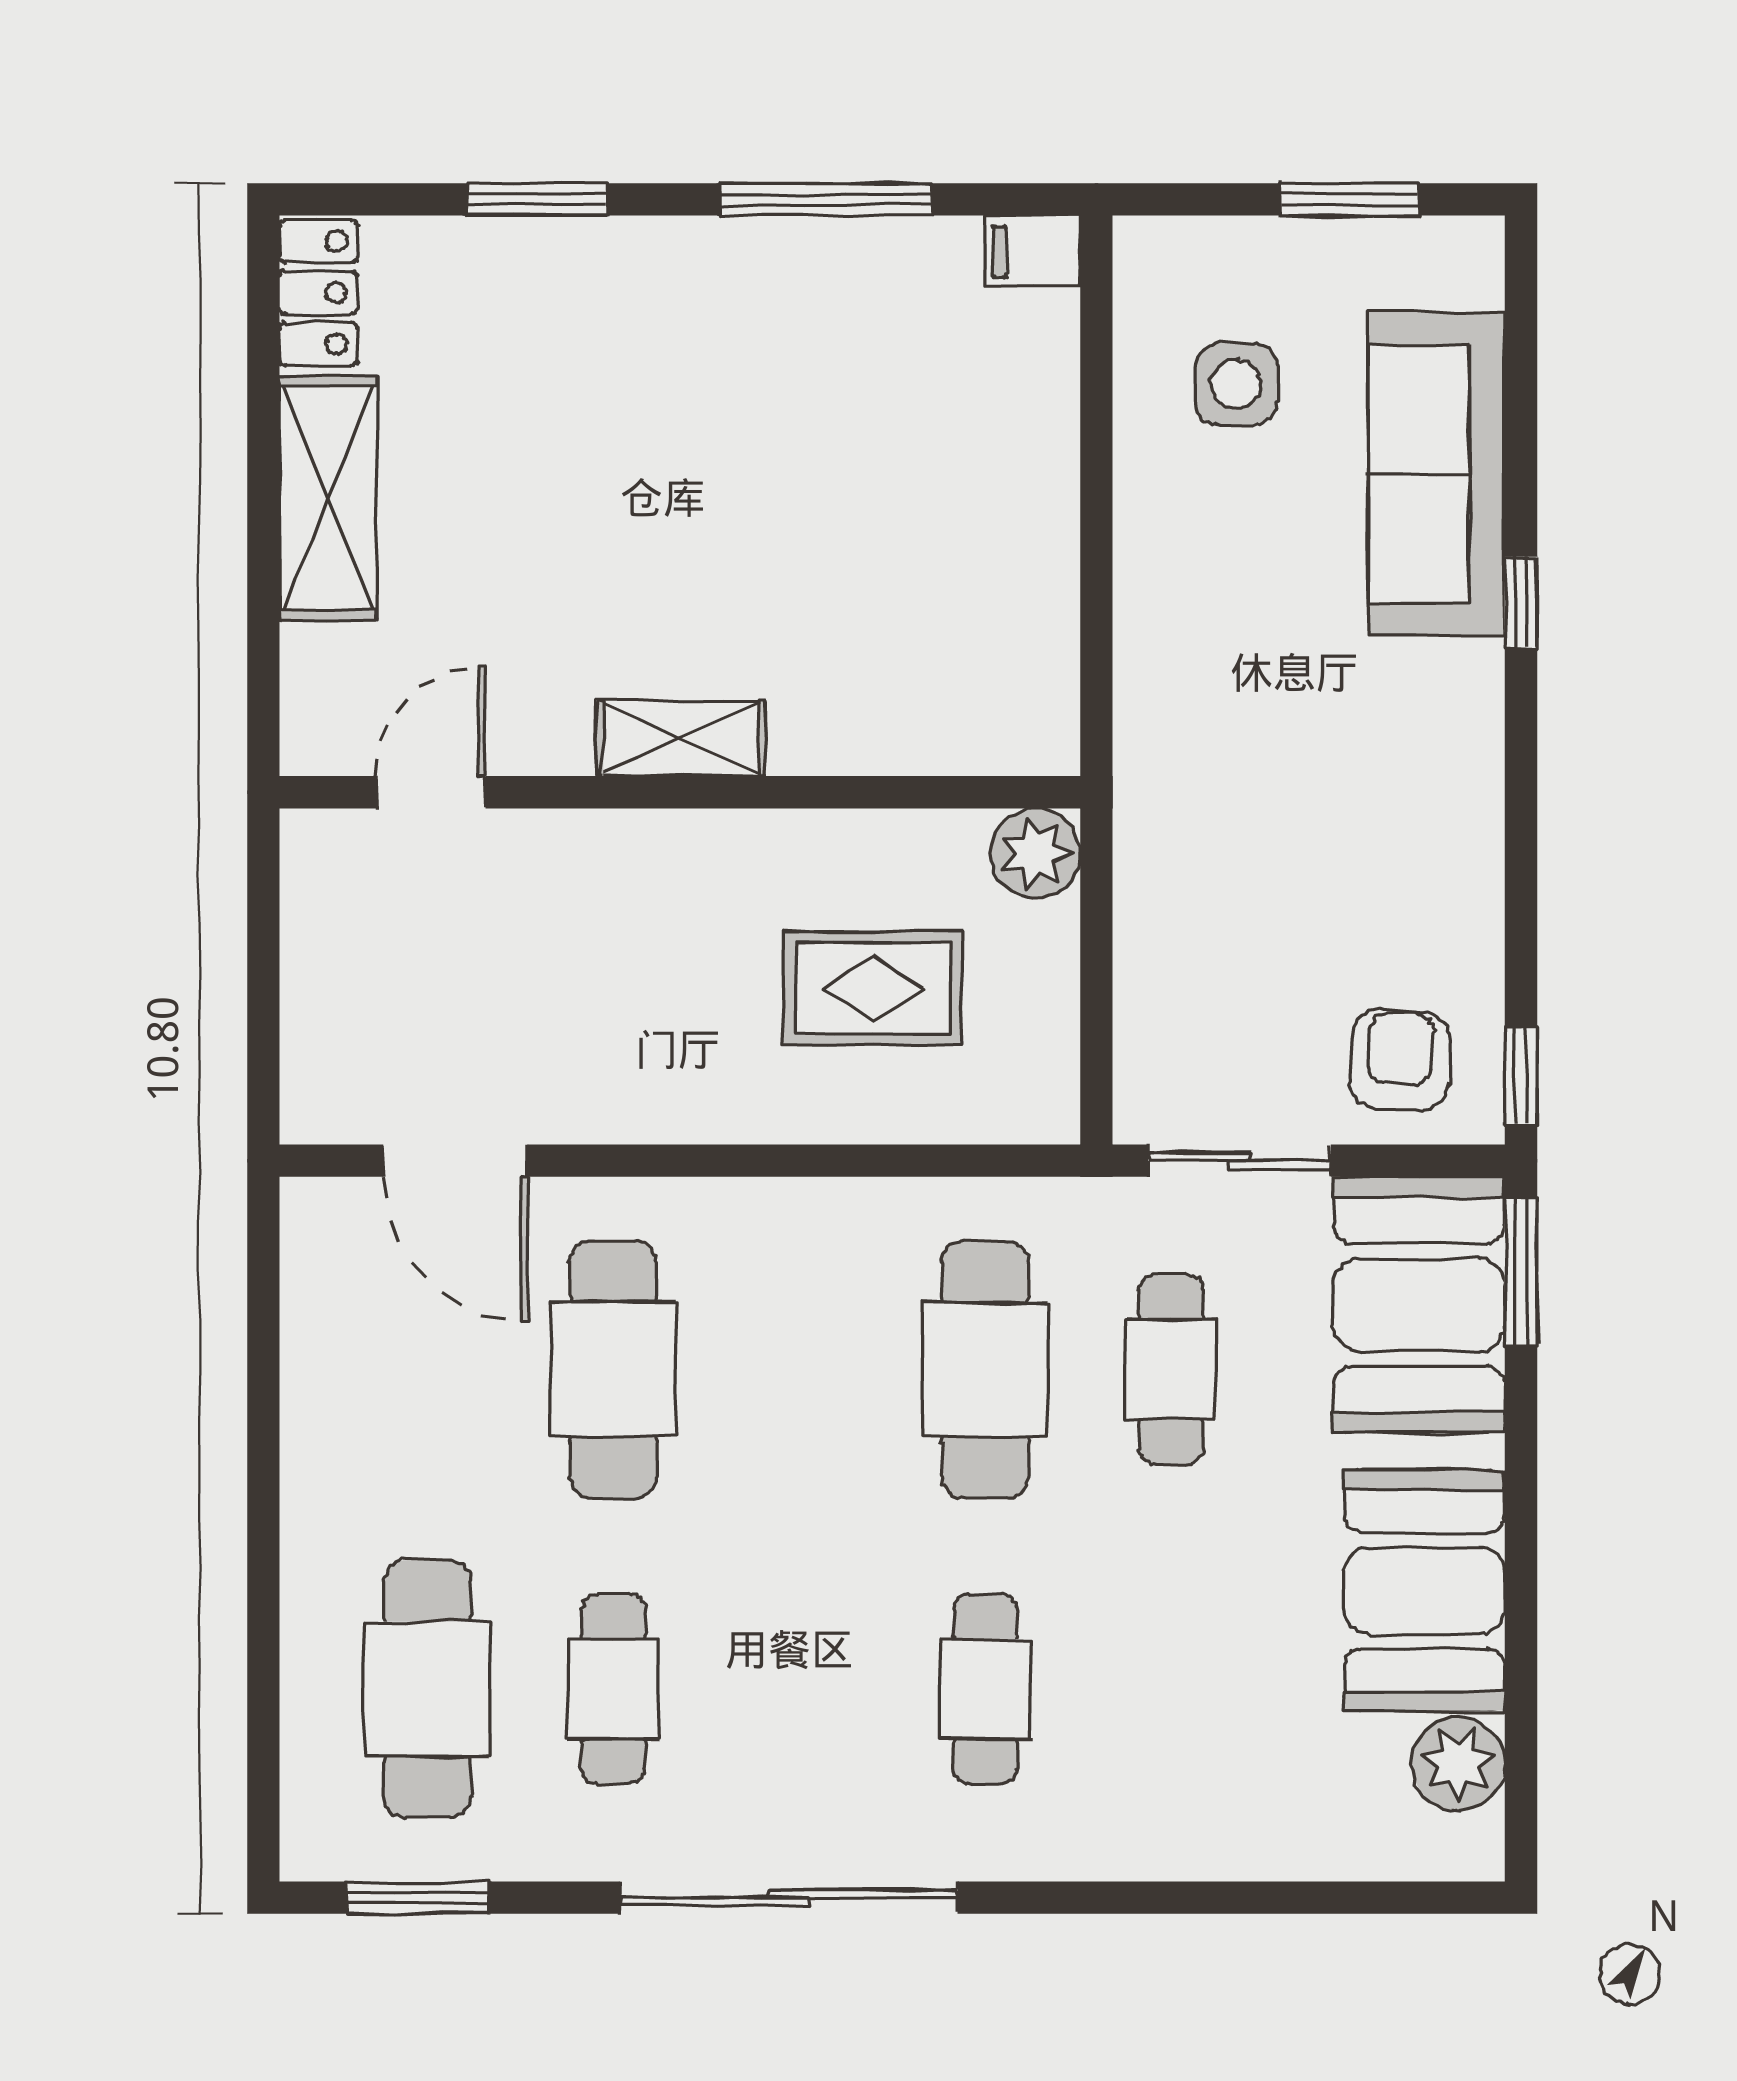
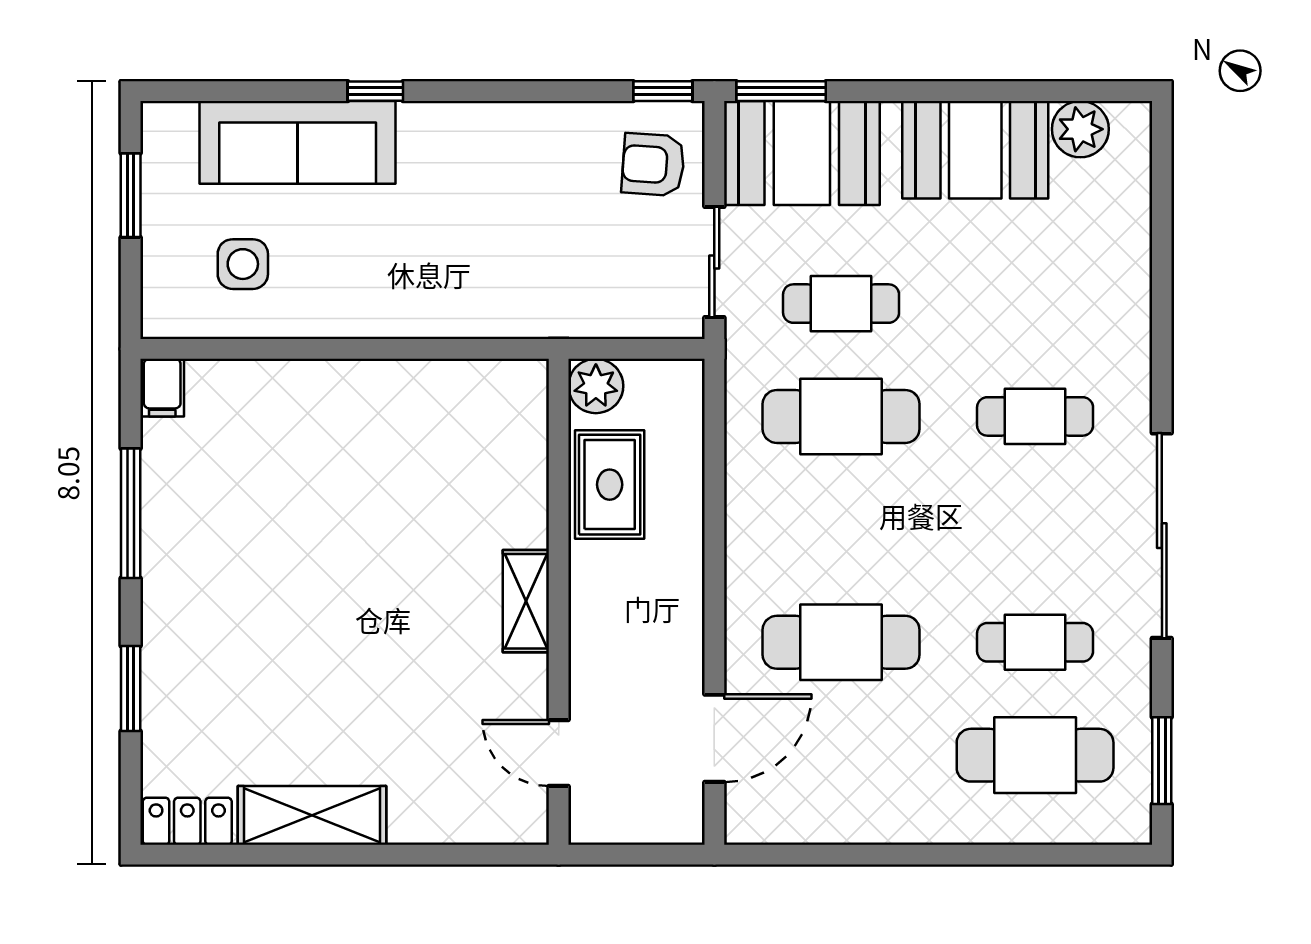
shelving: (681, 738) -> (526, 601), moved
door: (431, 792) -> (559, 753), moved
wall: (680, 792) -> (559, 602), moved
plant: (1035, 853) -> (596, 386), moved

